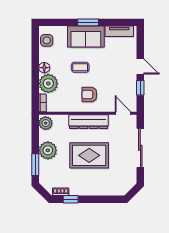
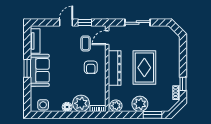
coffee table: (80, 67) -> (86, 43), moved
sliding door: (140, 148) -> (138, 22), width x0.73

